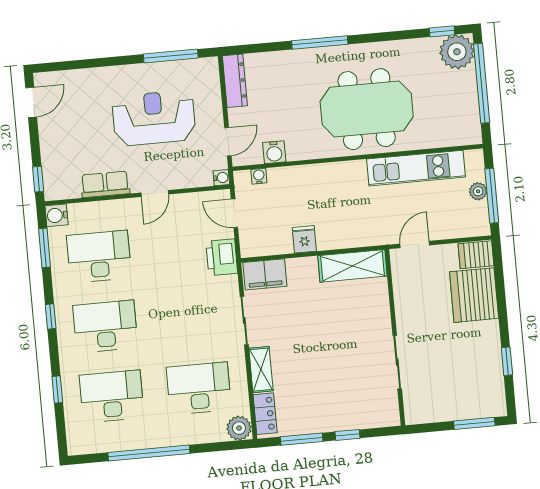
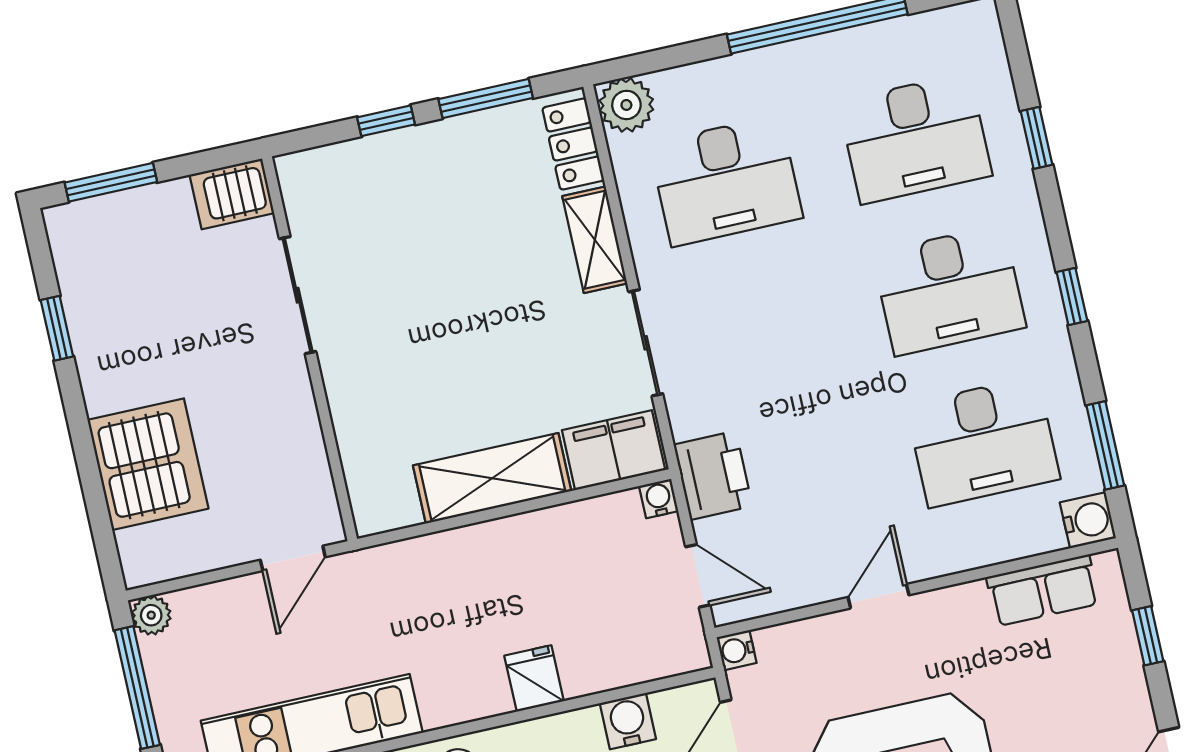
water cooler: (259, 176) -> (659, 499), moved, turned 180
window: (38, 179) -> (1148, 636), moved
row of seats: (105, 184) -> (1043, 590), moved
plant: (478, 191) -> (151, 615), moved
fridge: (304, 239) -> (534, 678), moved, turned 180
server rack: (476, 255) -> (232, 194), moved, turned 180
shelving: (352, 266) -> (492, 478), moved

